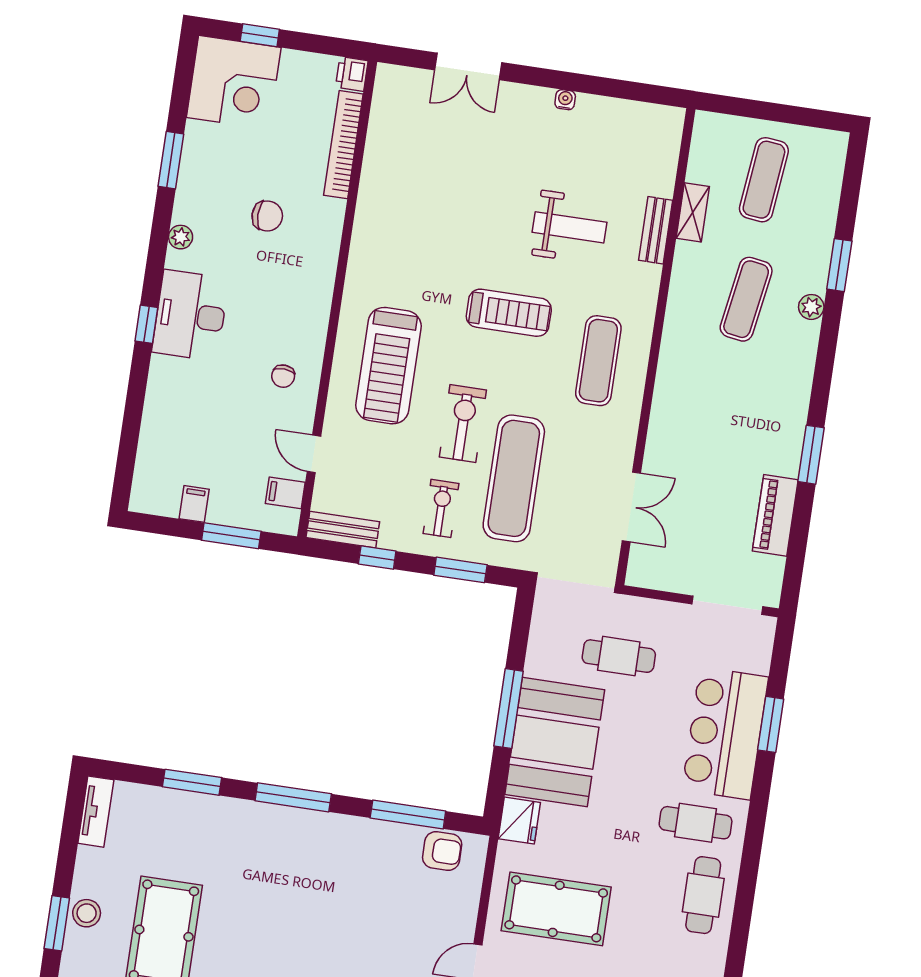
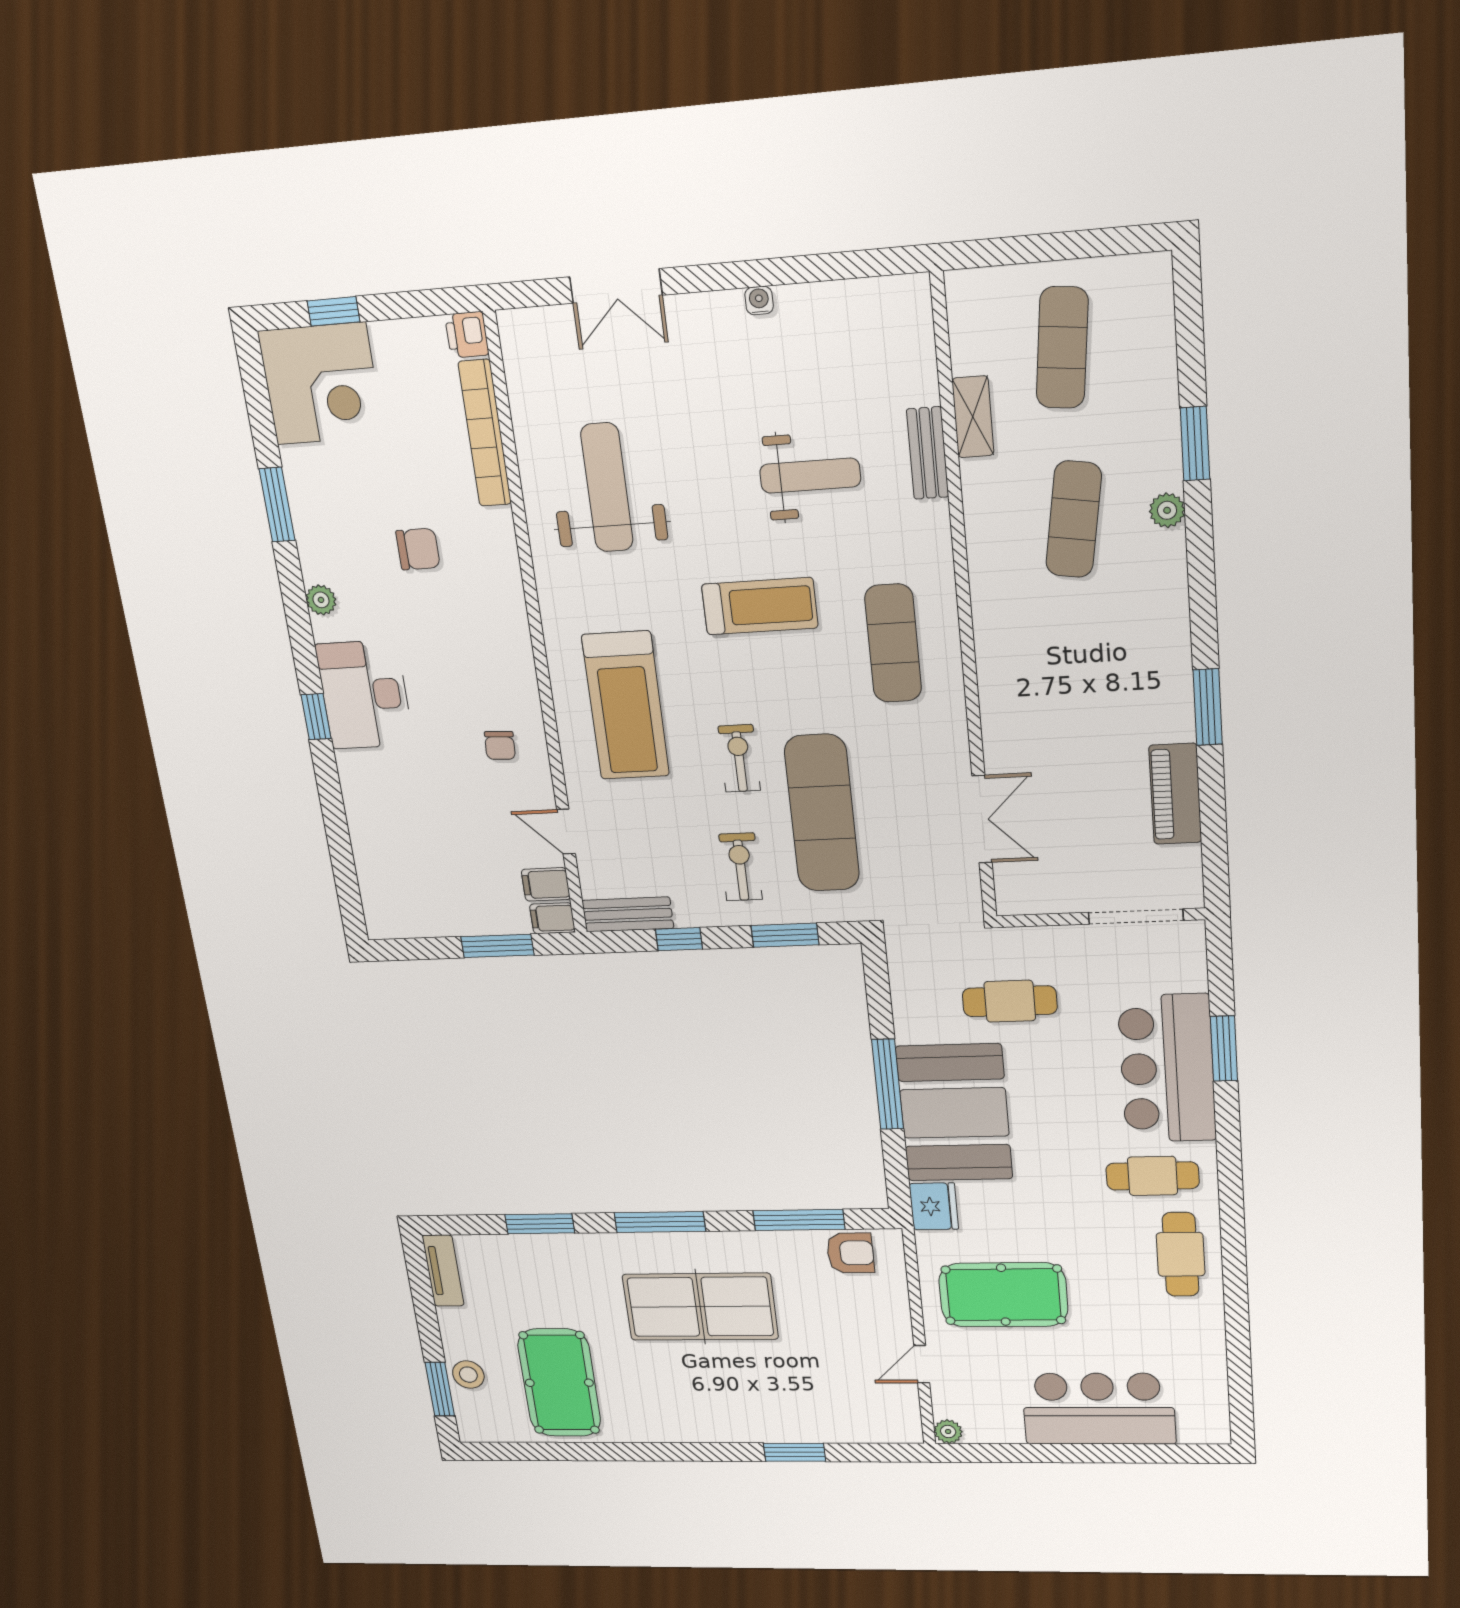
weight bench: (421, 203) -> (607, 488), added
exercise bike: (463, 423) -> (739, 758), width x0.73, depth x0.72
filing cabinet: (194, 504) -> (552, 918), moved, turned -90
table tennis table: (305, 880) -> (700, 1307), added

